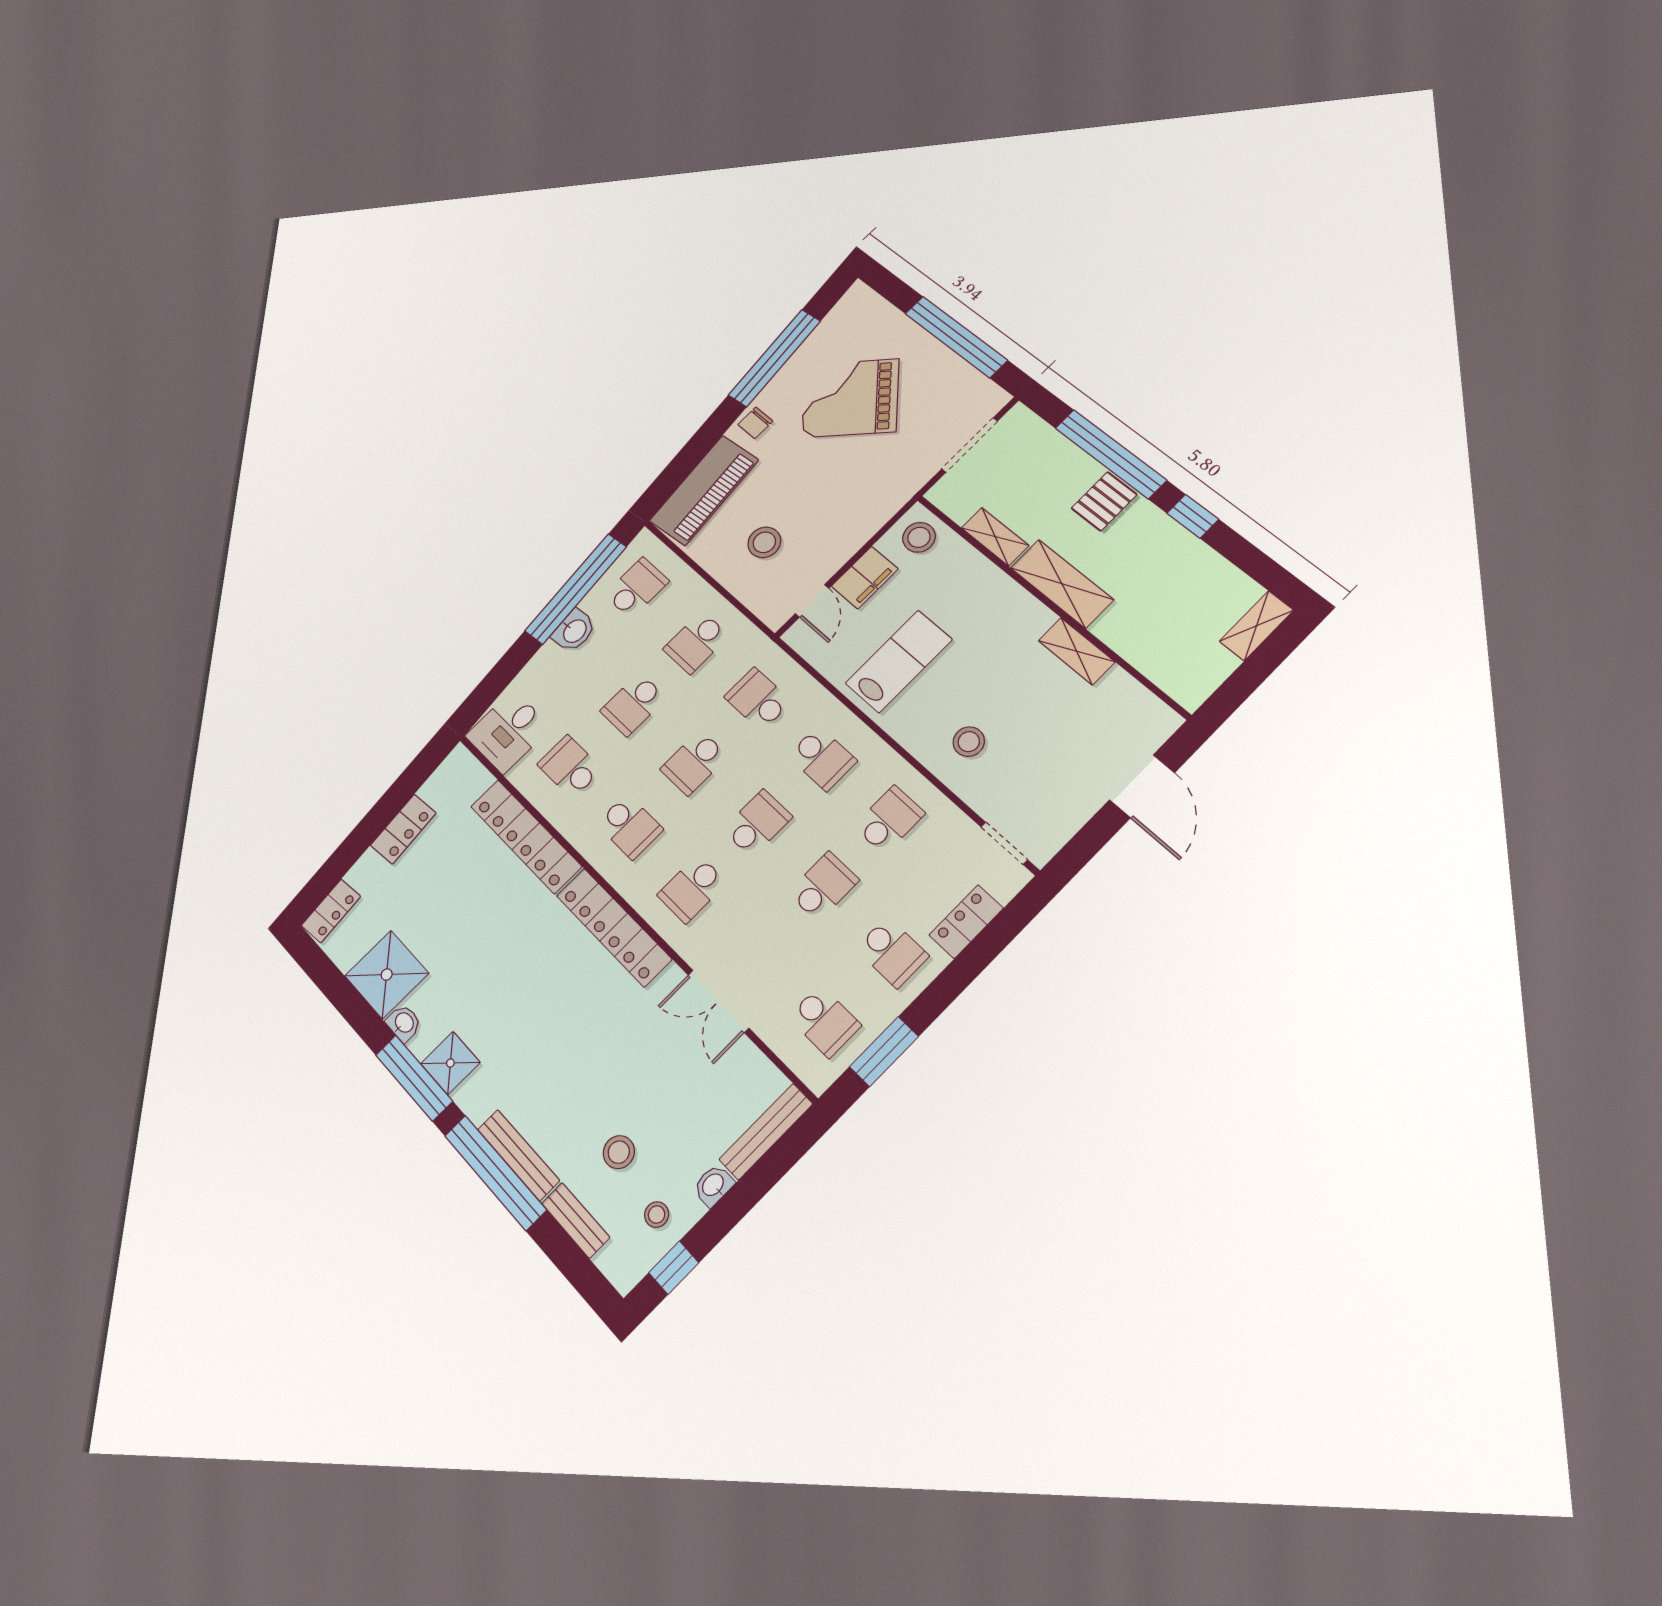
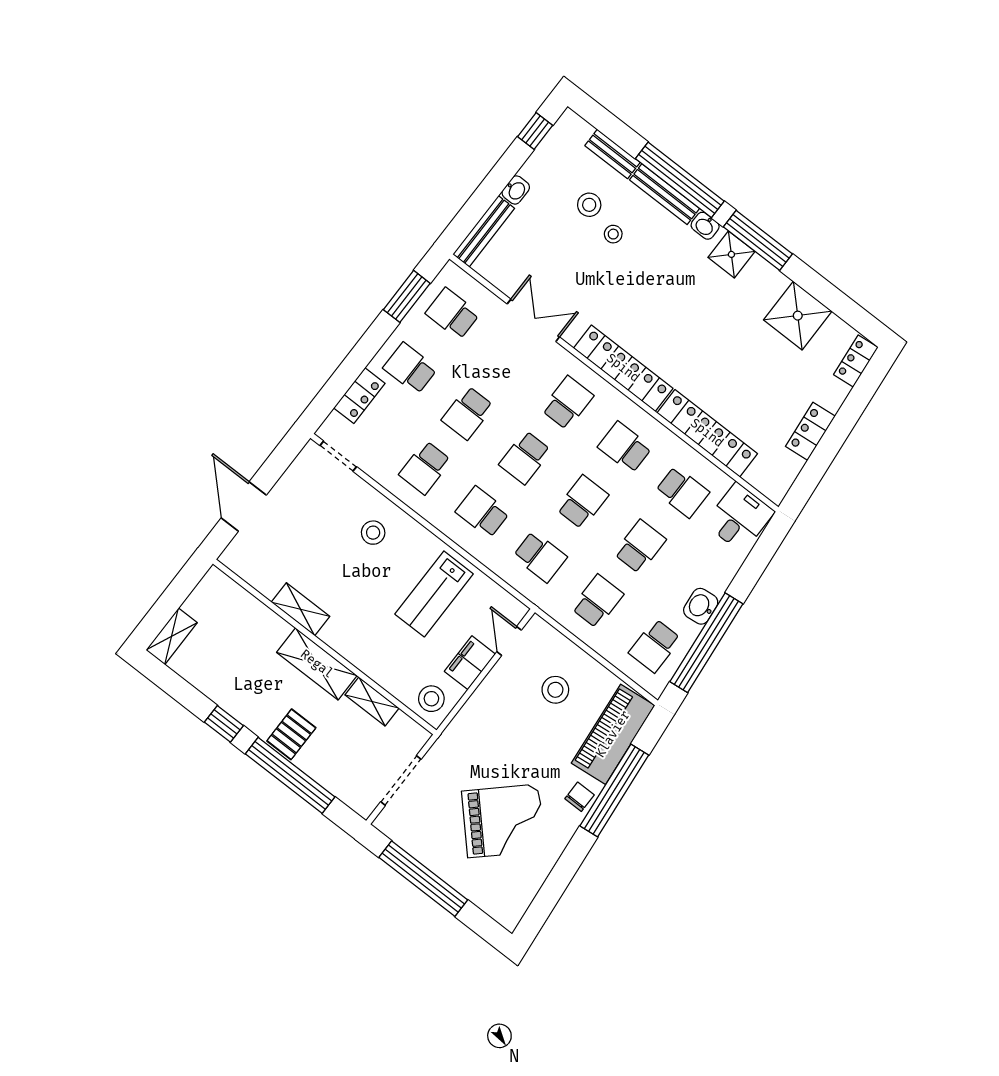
window: (774, 358) -> (614, 791), moved
washbasin: (404, 1023) -> (705, 226), moved
stool: (657, 1215) -> (613, 234), moved

